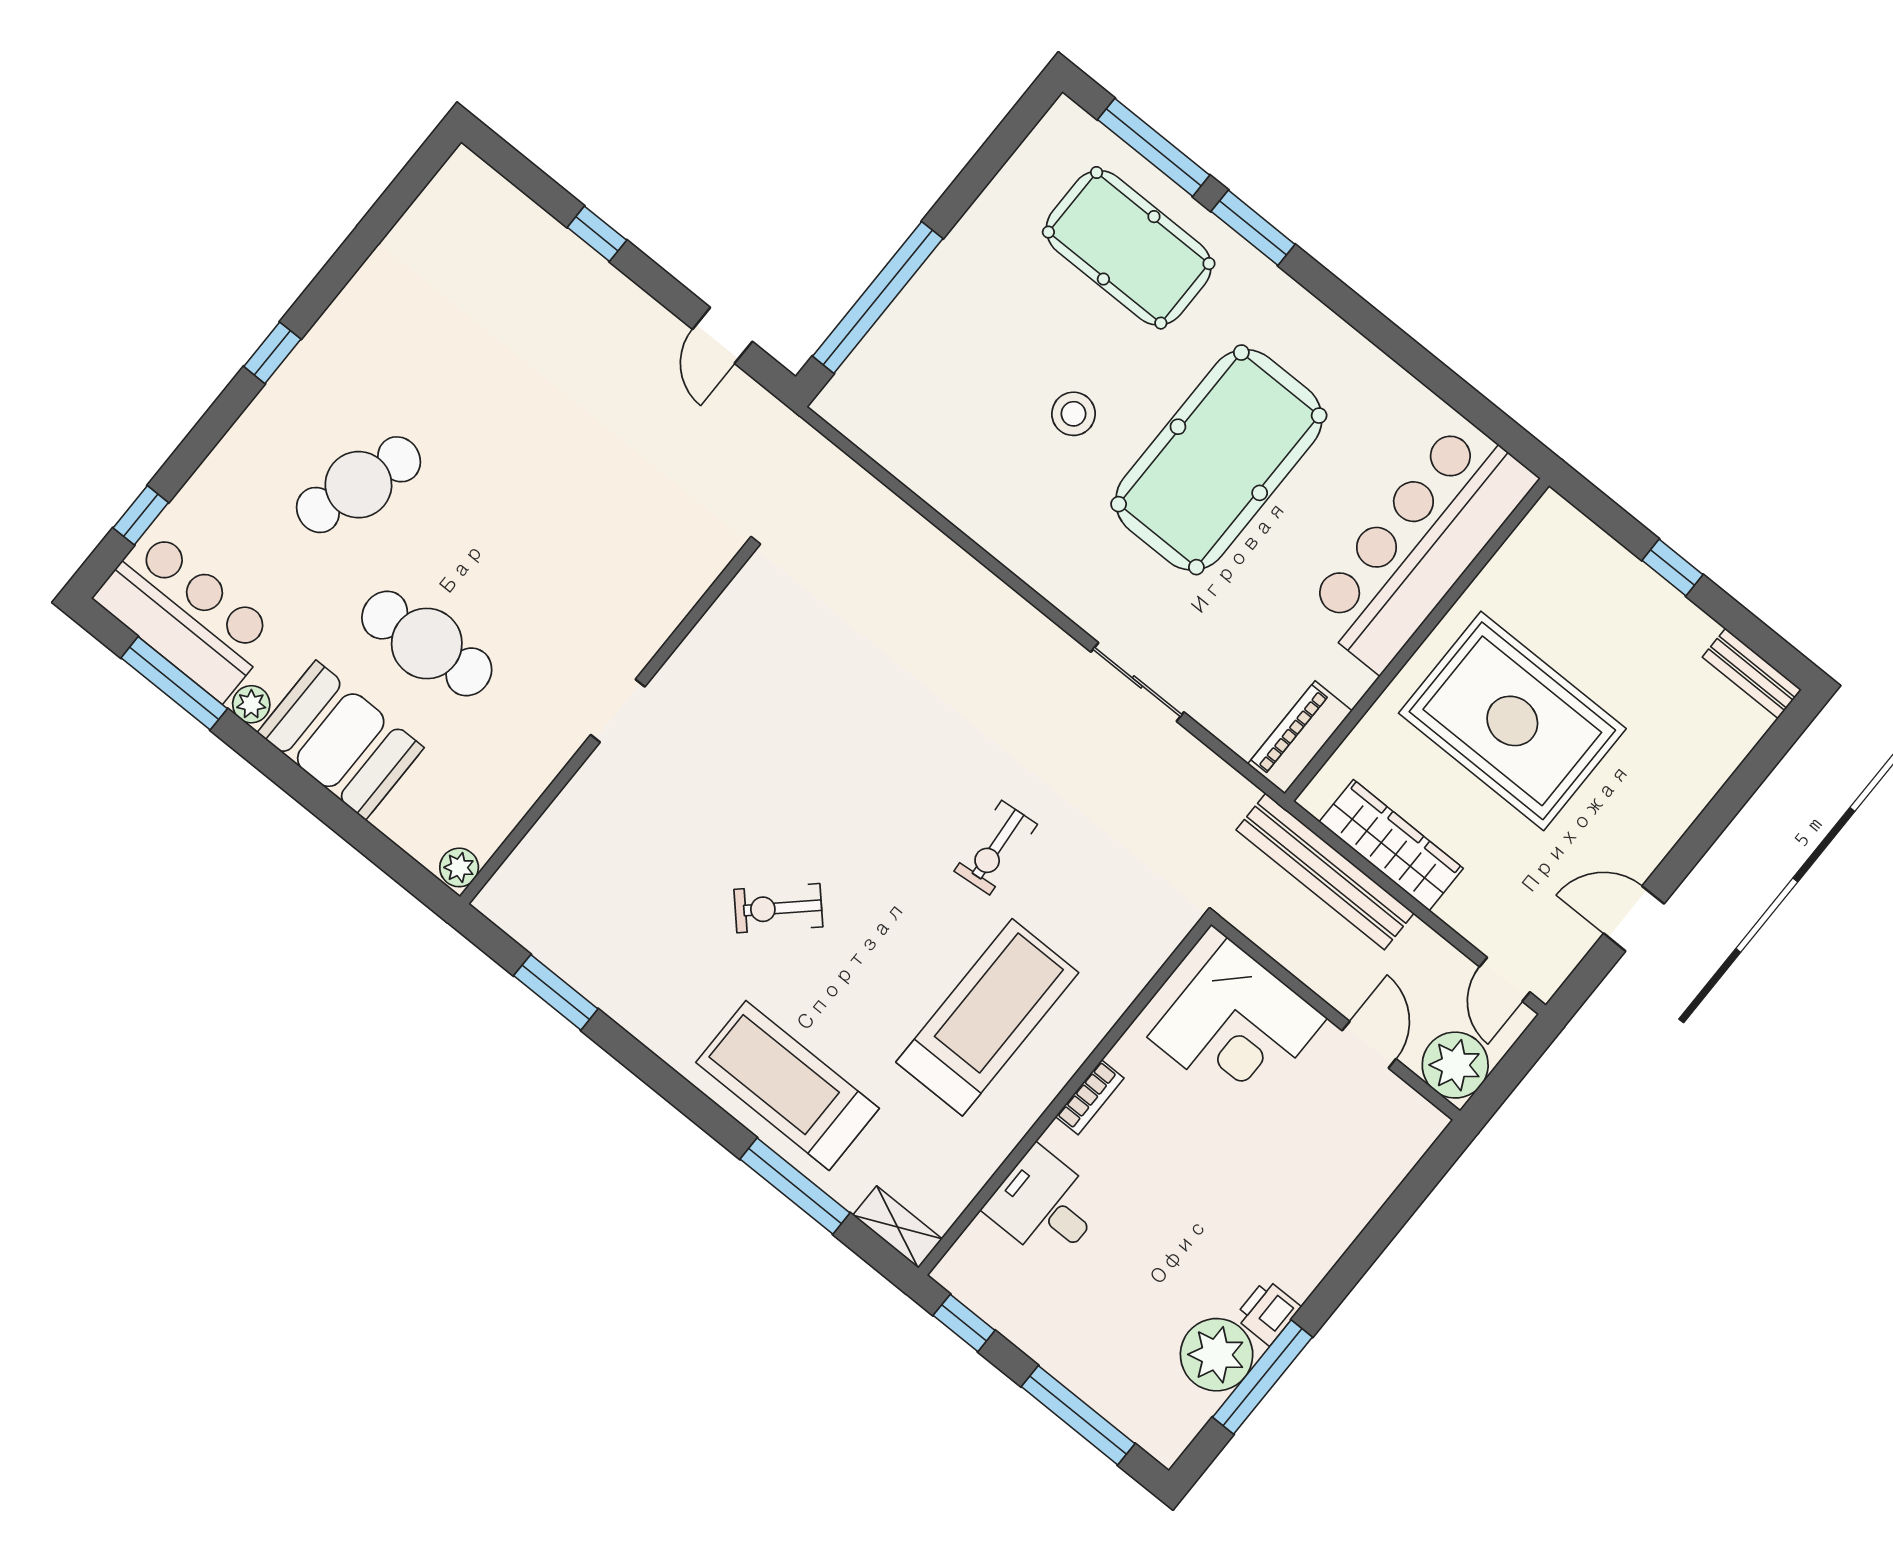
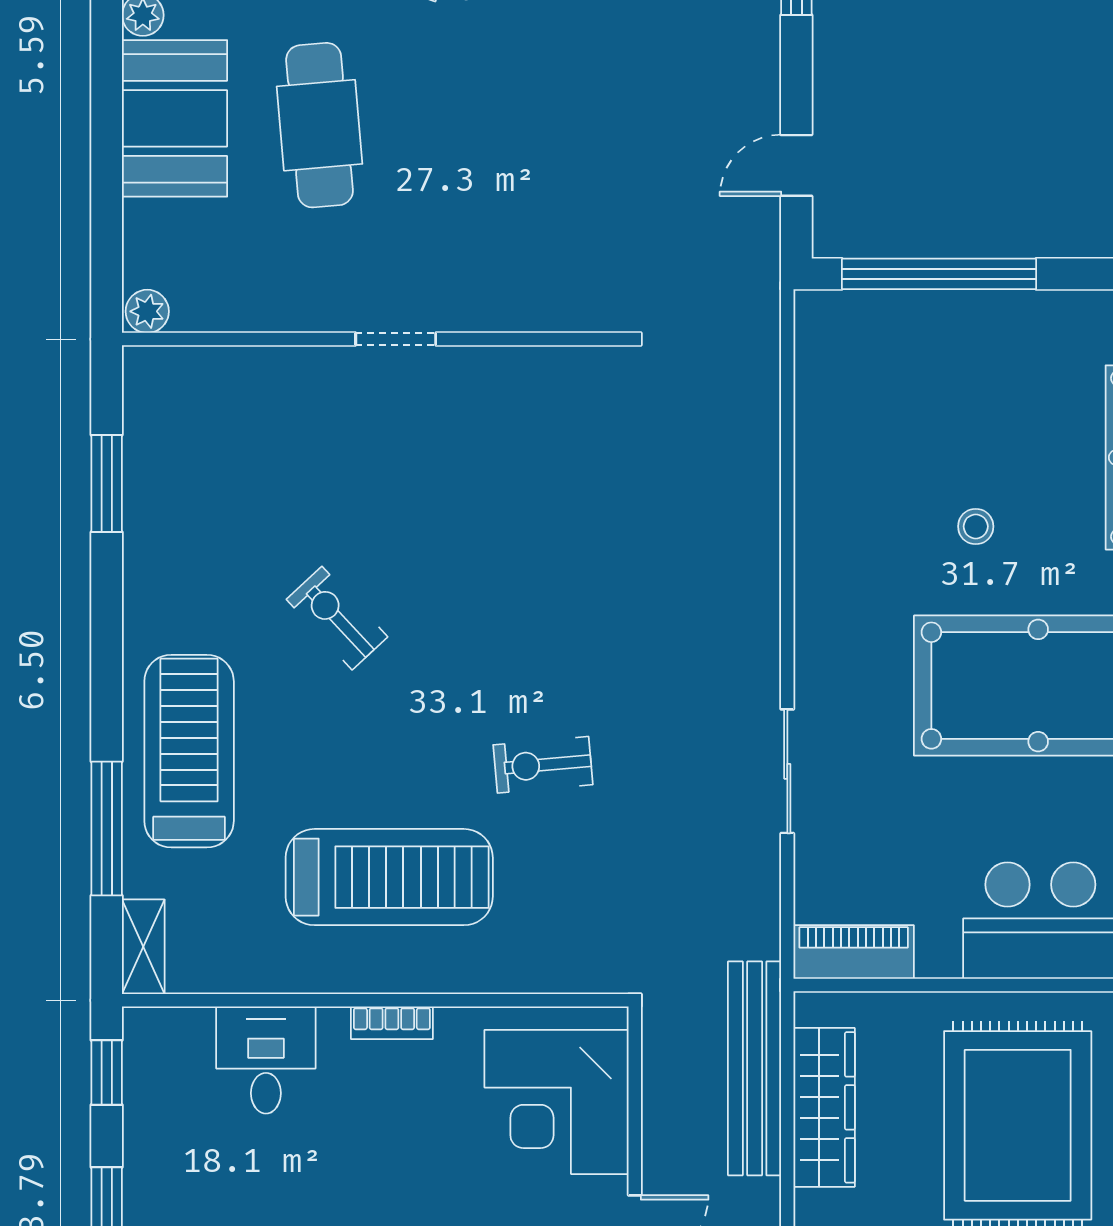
stool: (1073, 414) -> (976, 526), width x0.73, depth x0.73

